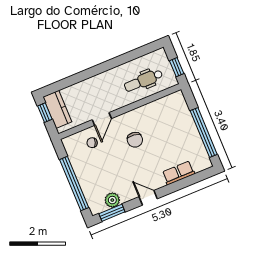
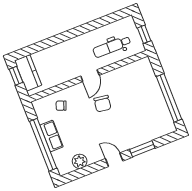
door: (102, 119) -> (90, 76), moved
row of seats: (178, 173) -> (51, 136), moved, turned 90
window: (112, 213) -> (142, 149), moved

